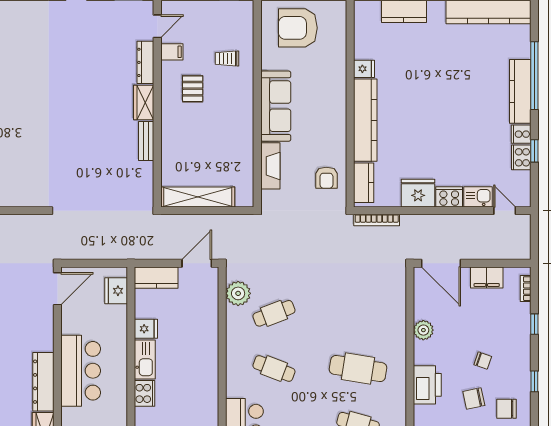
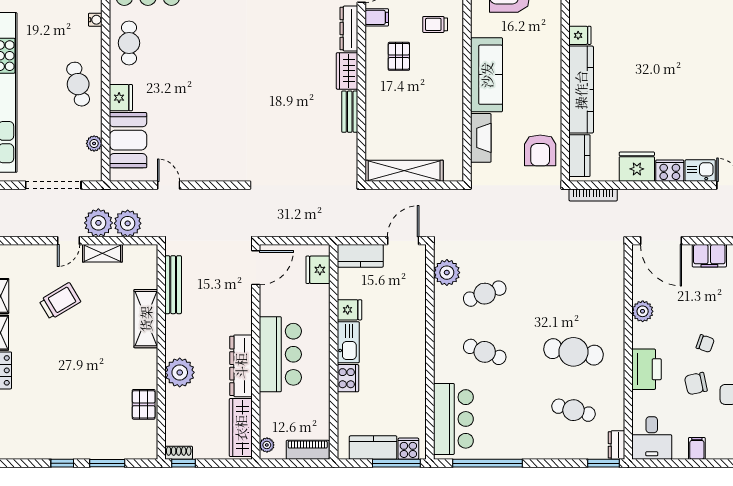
armchair: (326, 178) -> (540, 150), width x1.38, depth x1.38

